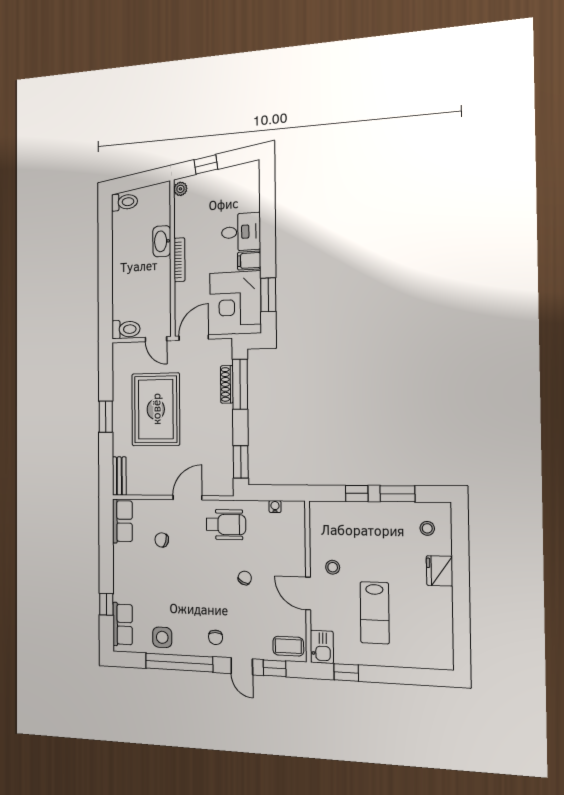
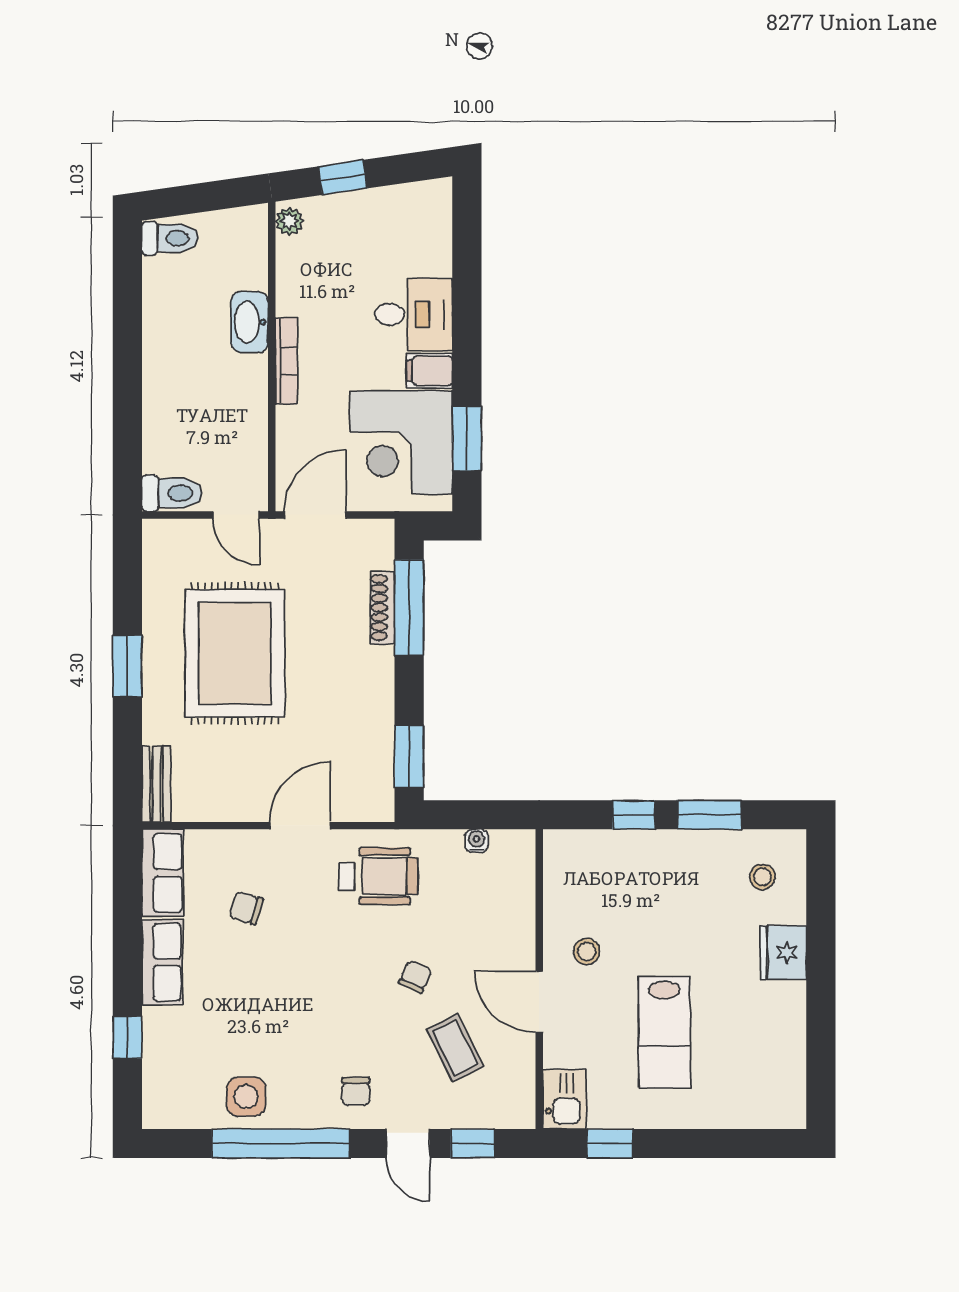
row of seats: (123, 624) -> (162, 962), moved
coffee table: (288, 646) -> (455, 1048), moved, turned 64

